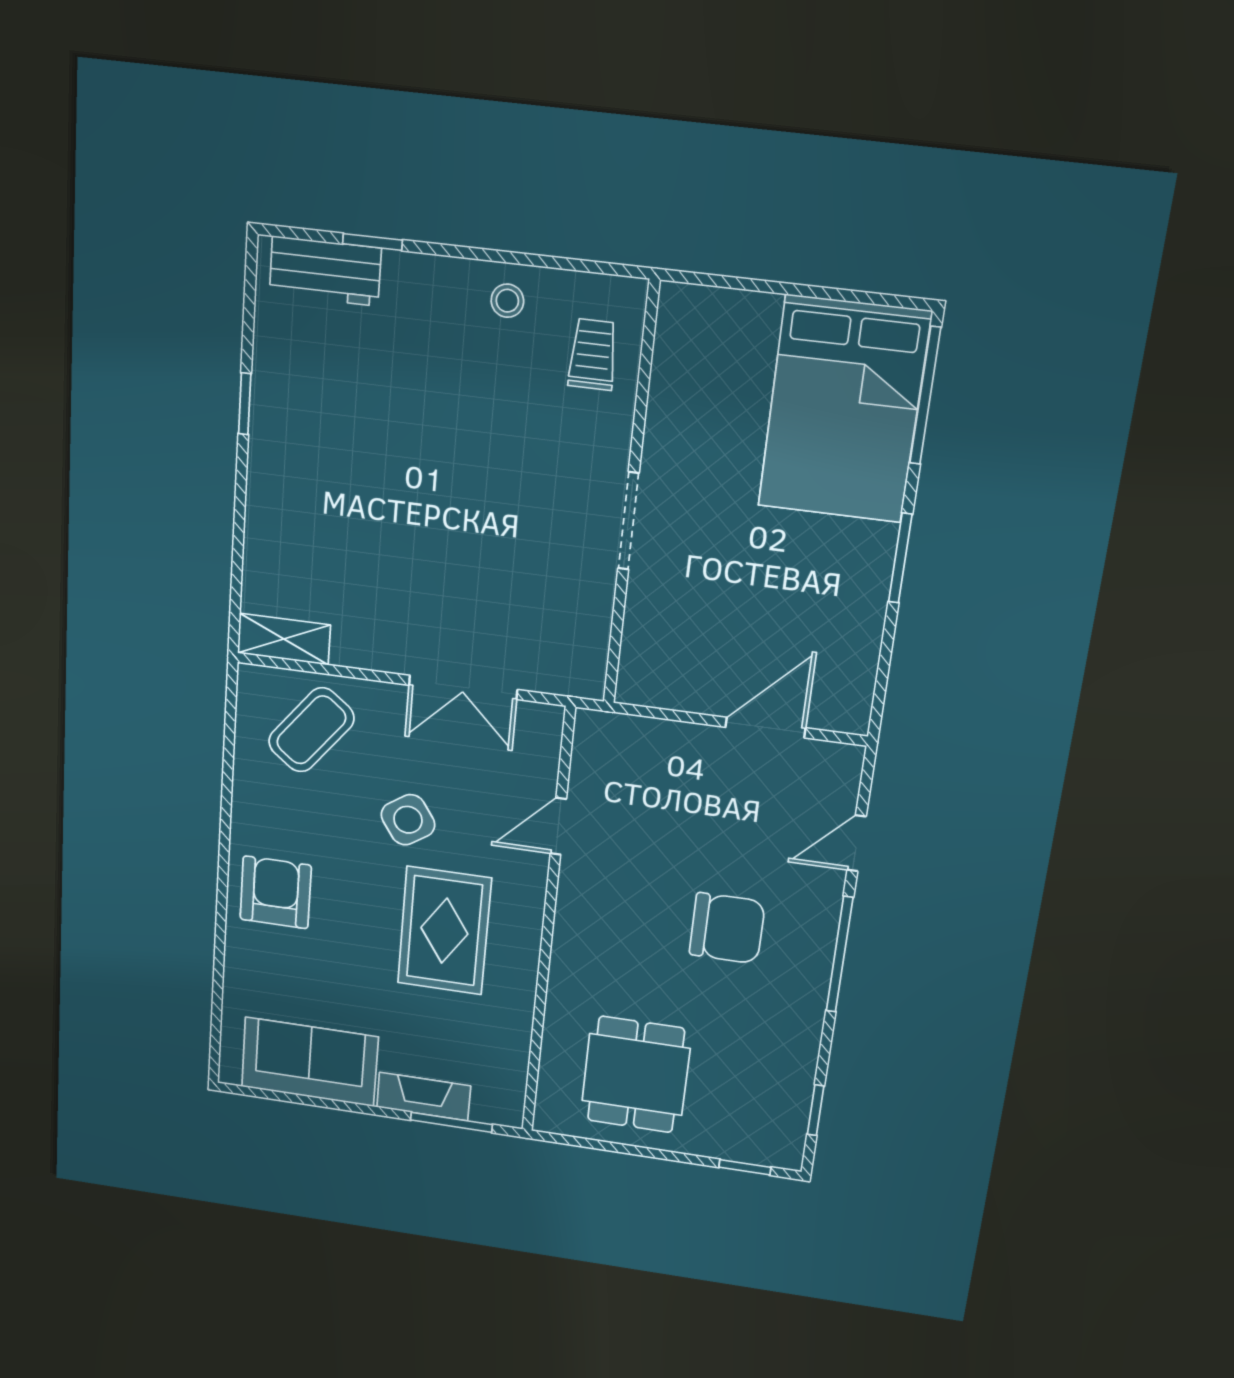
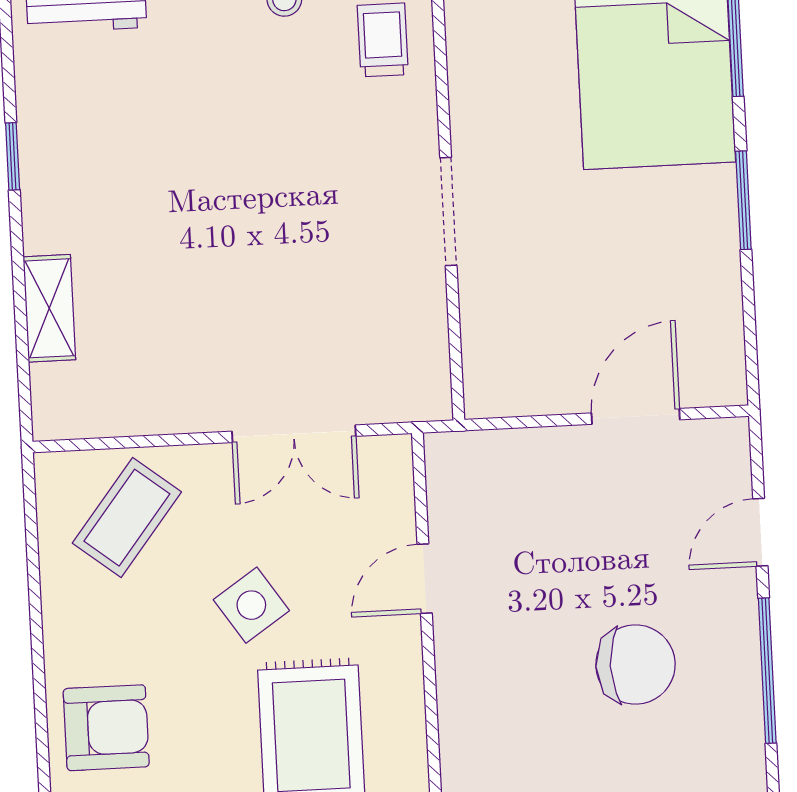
shelving: (284, 639) -> (49, 308), moved, turned 90
armchair: (276, 892) -> (106, 728), turned 90

